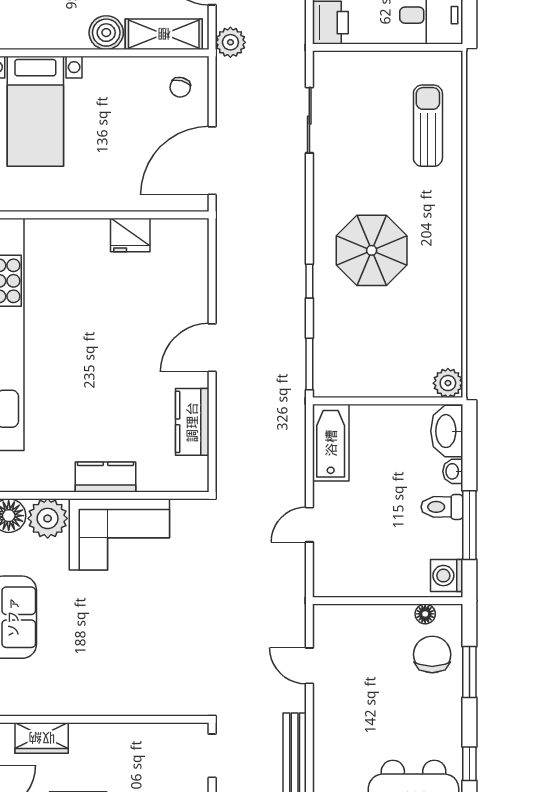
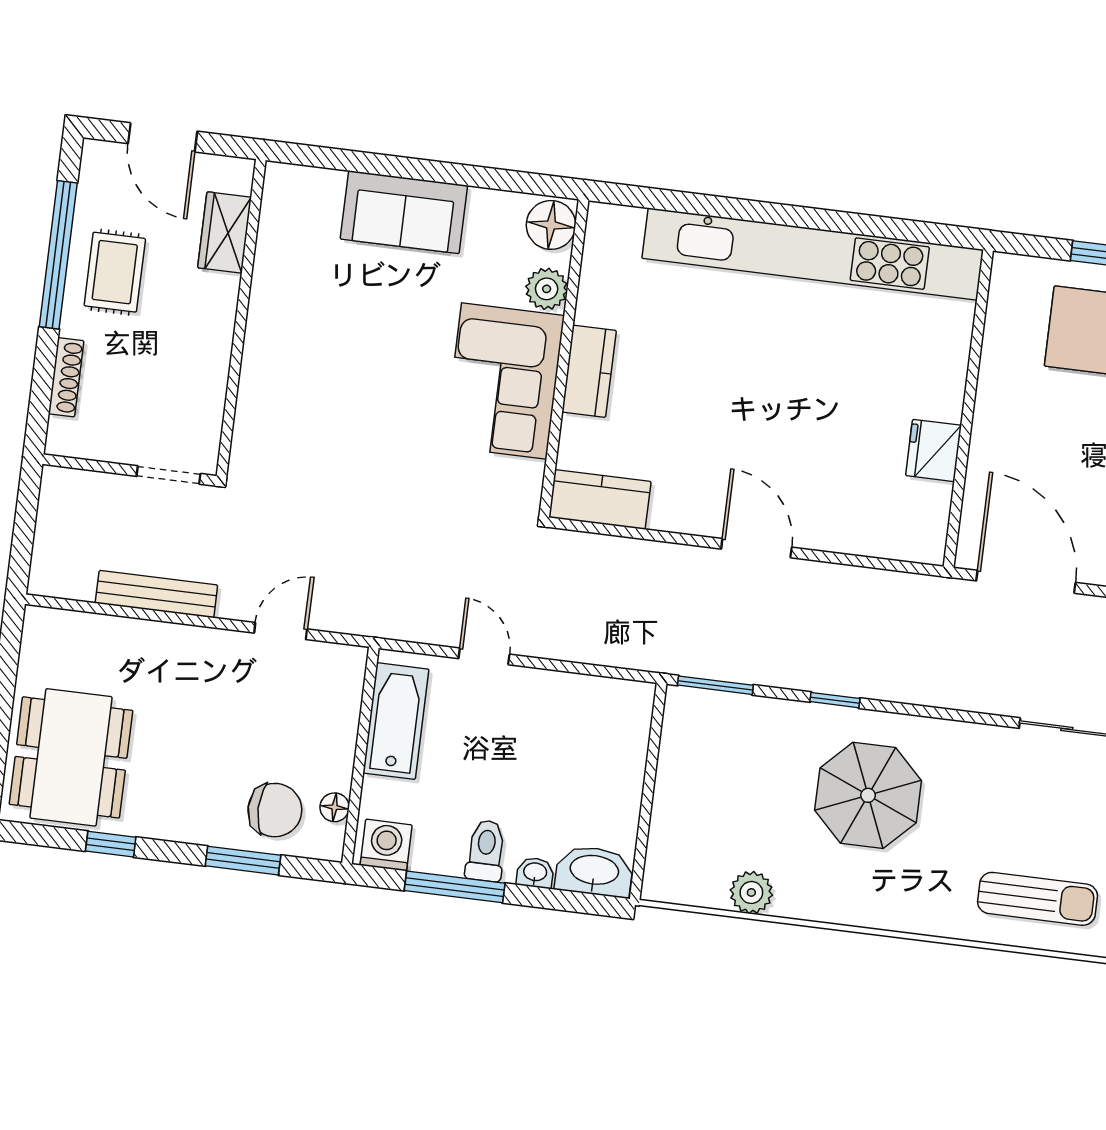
plant: (448, 383) -> (751, 892), moved
kitchen counter: (192, 422) -> (600, 499), moved
bathtub: (331, 443) -> (396, 721), moved, turned -90
plant: (48, 518) -> (547, 289), width x0.73, depth x0.73

